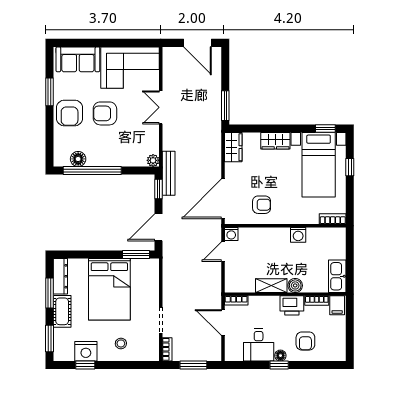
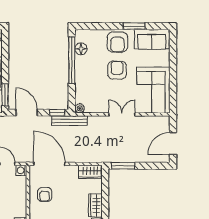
sofa: (78, 59) -> (152, 39), moved, turned -90
armchair: (70, 113) -> (117, 42), turned -90

